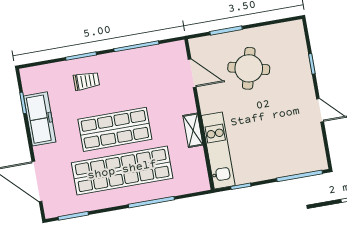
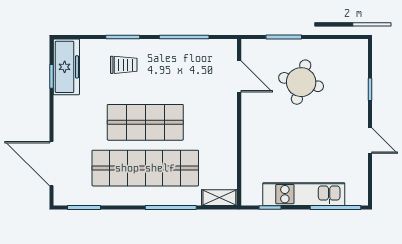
freezer: (40, 119) -> (66, 67), moved
shelving: (193, 130) -> (219, 198), moved, turned 90
kitchen unit: (218, 150) -> (304, 194), moved, turned -90

